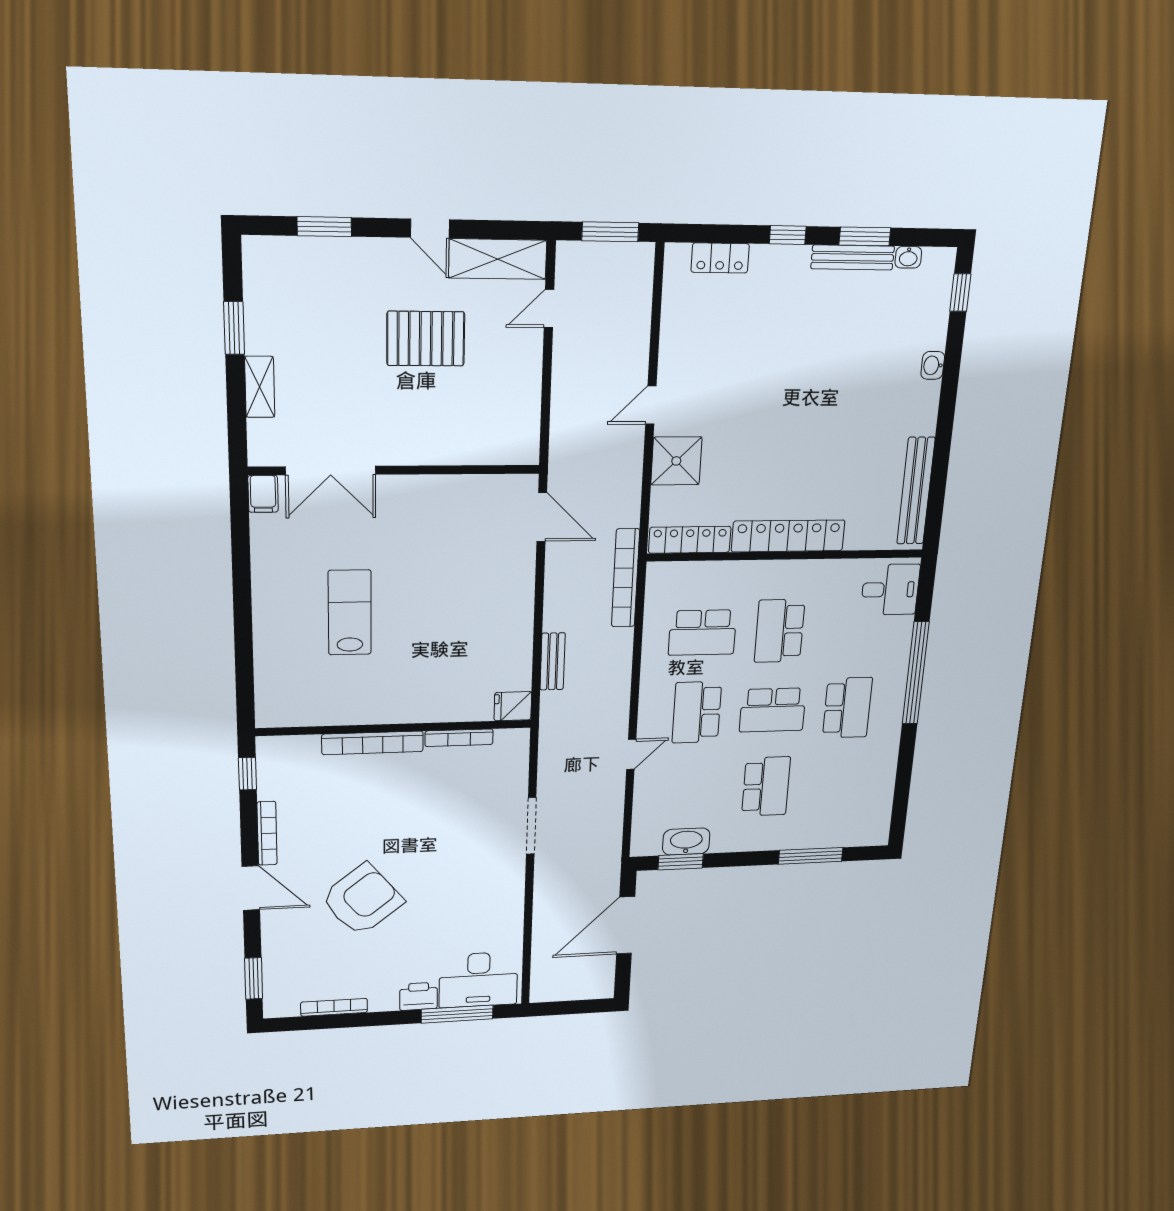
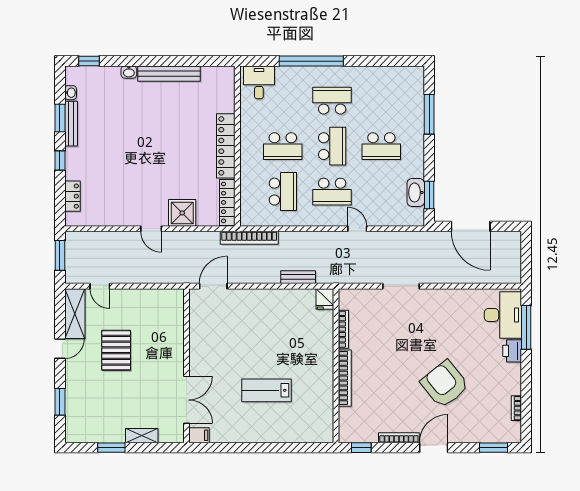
bench: (916, 491) -> (169, 74), moved
school desk: (766, 786) -> (381, 146), turned 180
bookcase: (334, 1007) -> (516, 408), width x0.64

